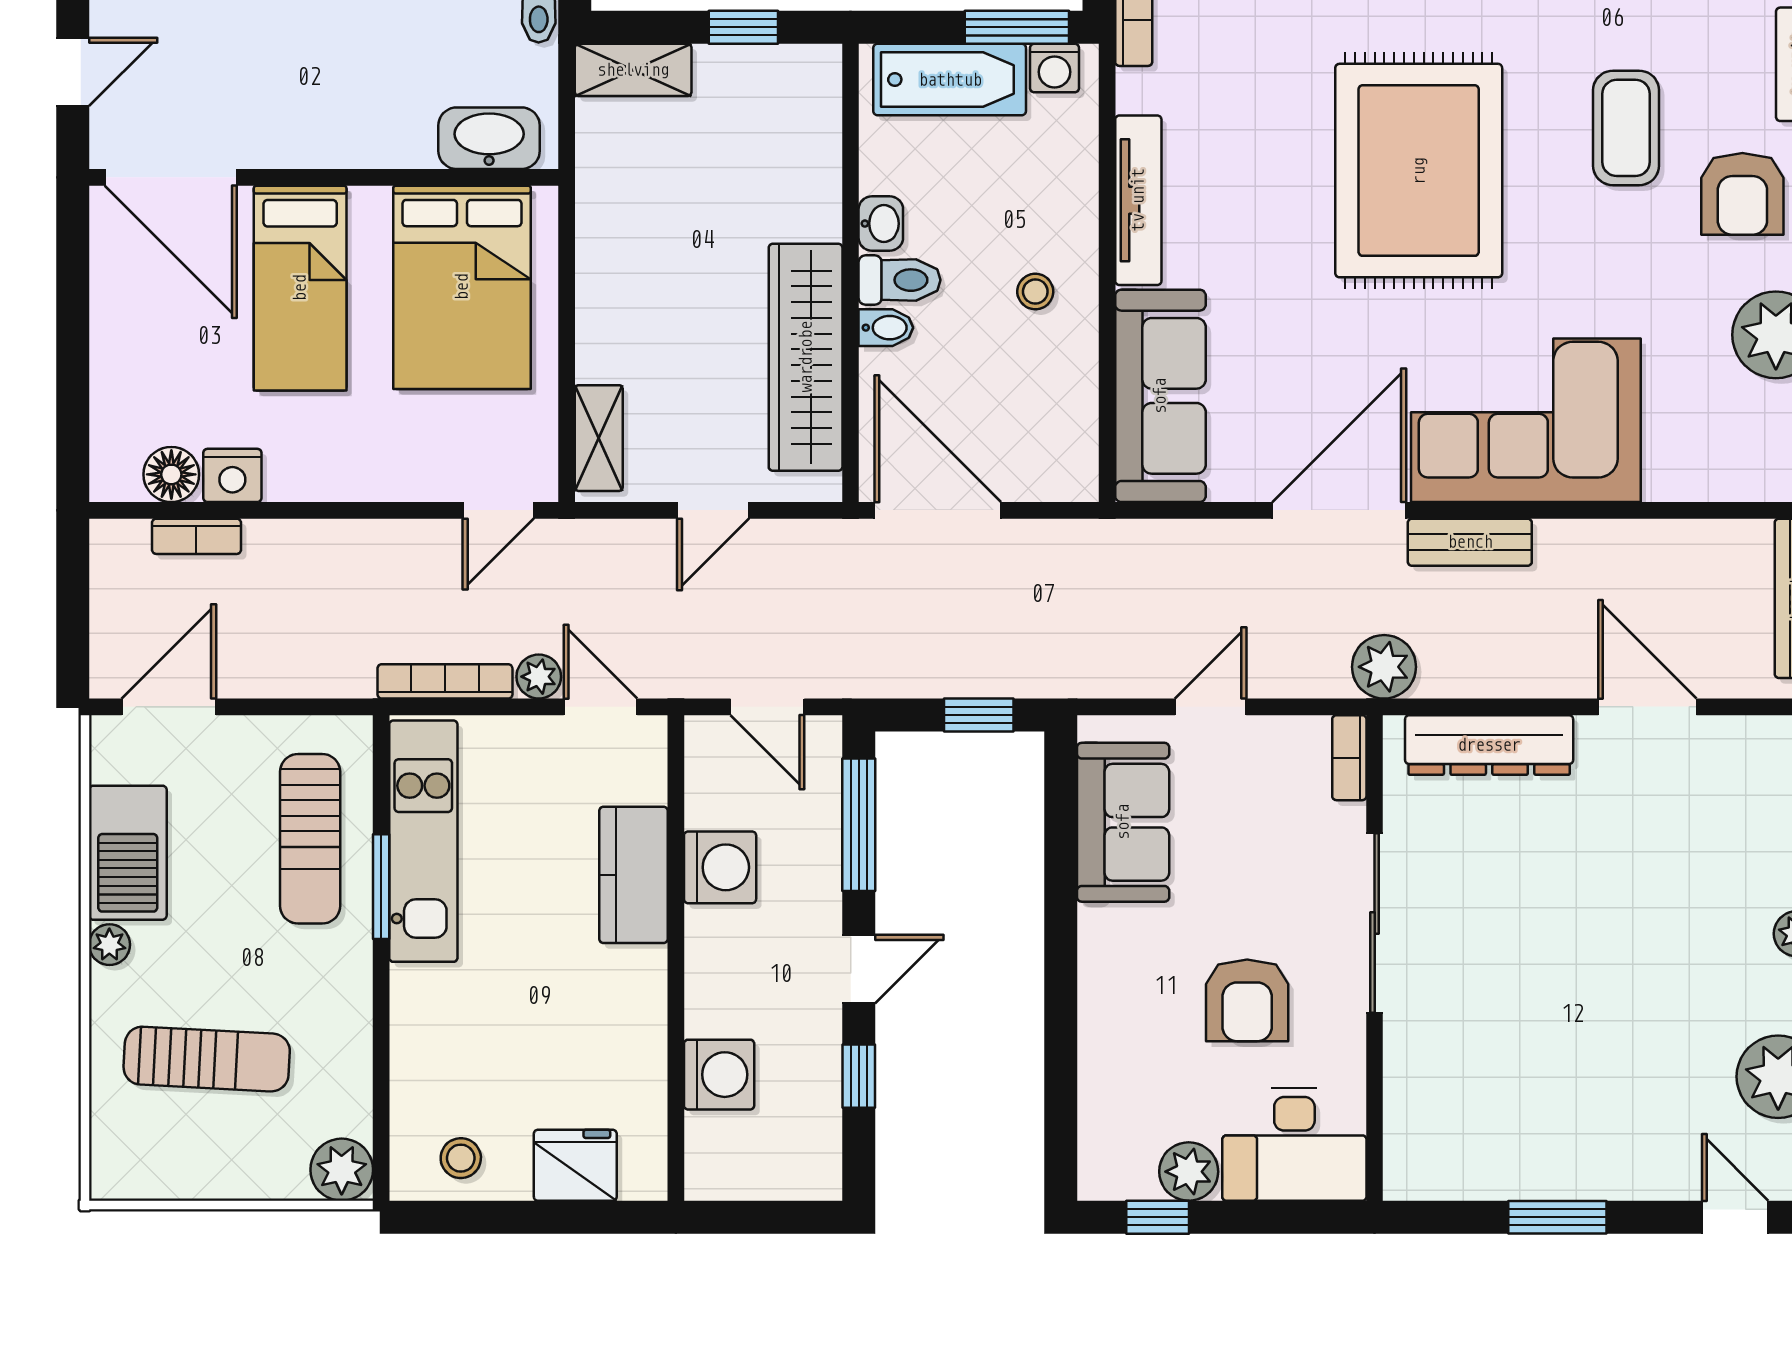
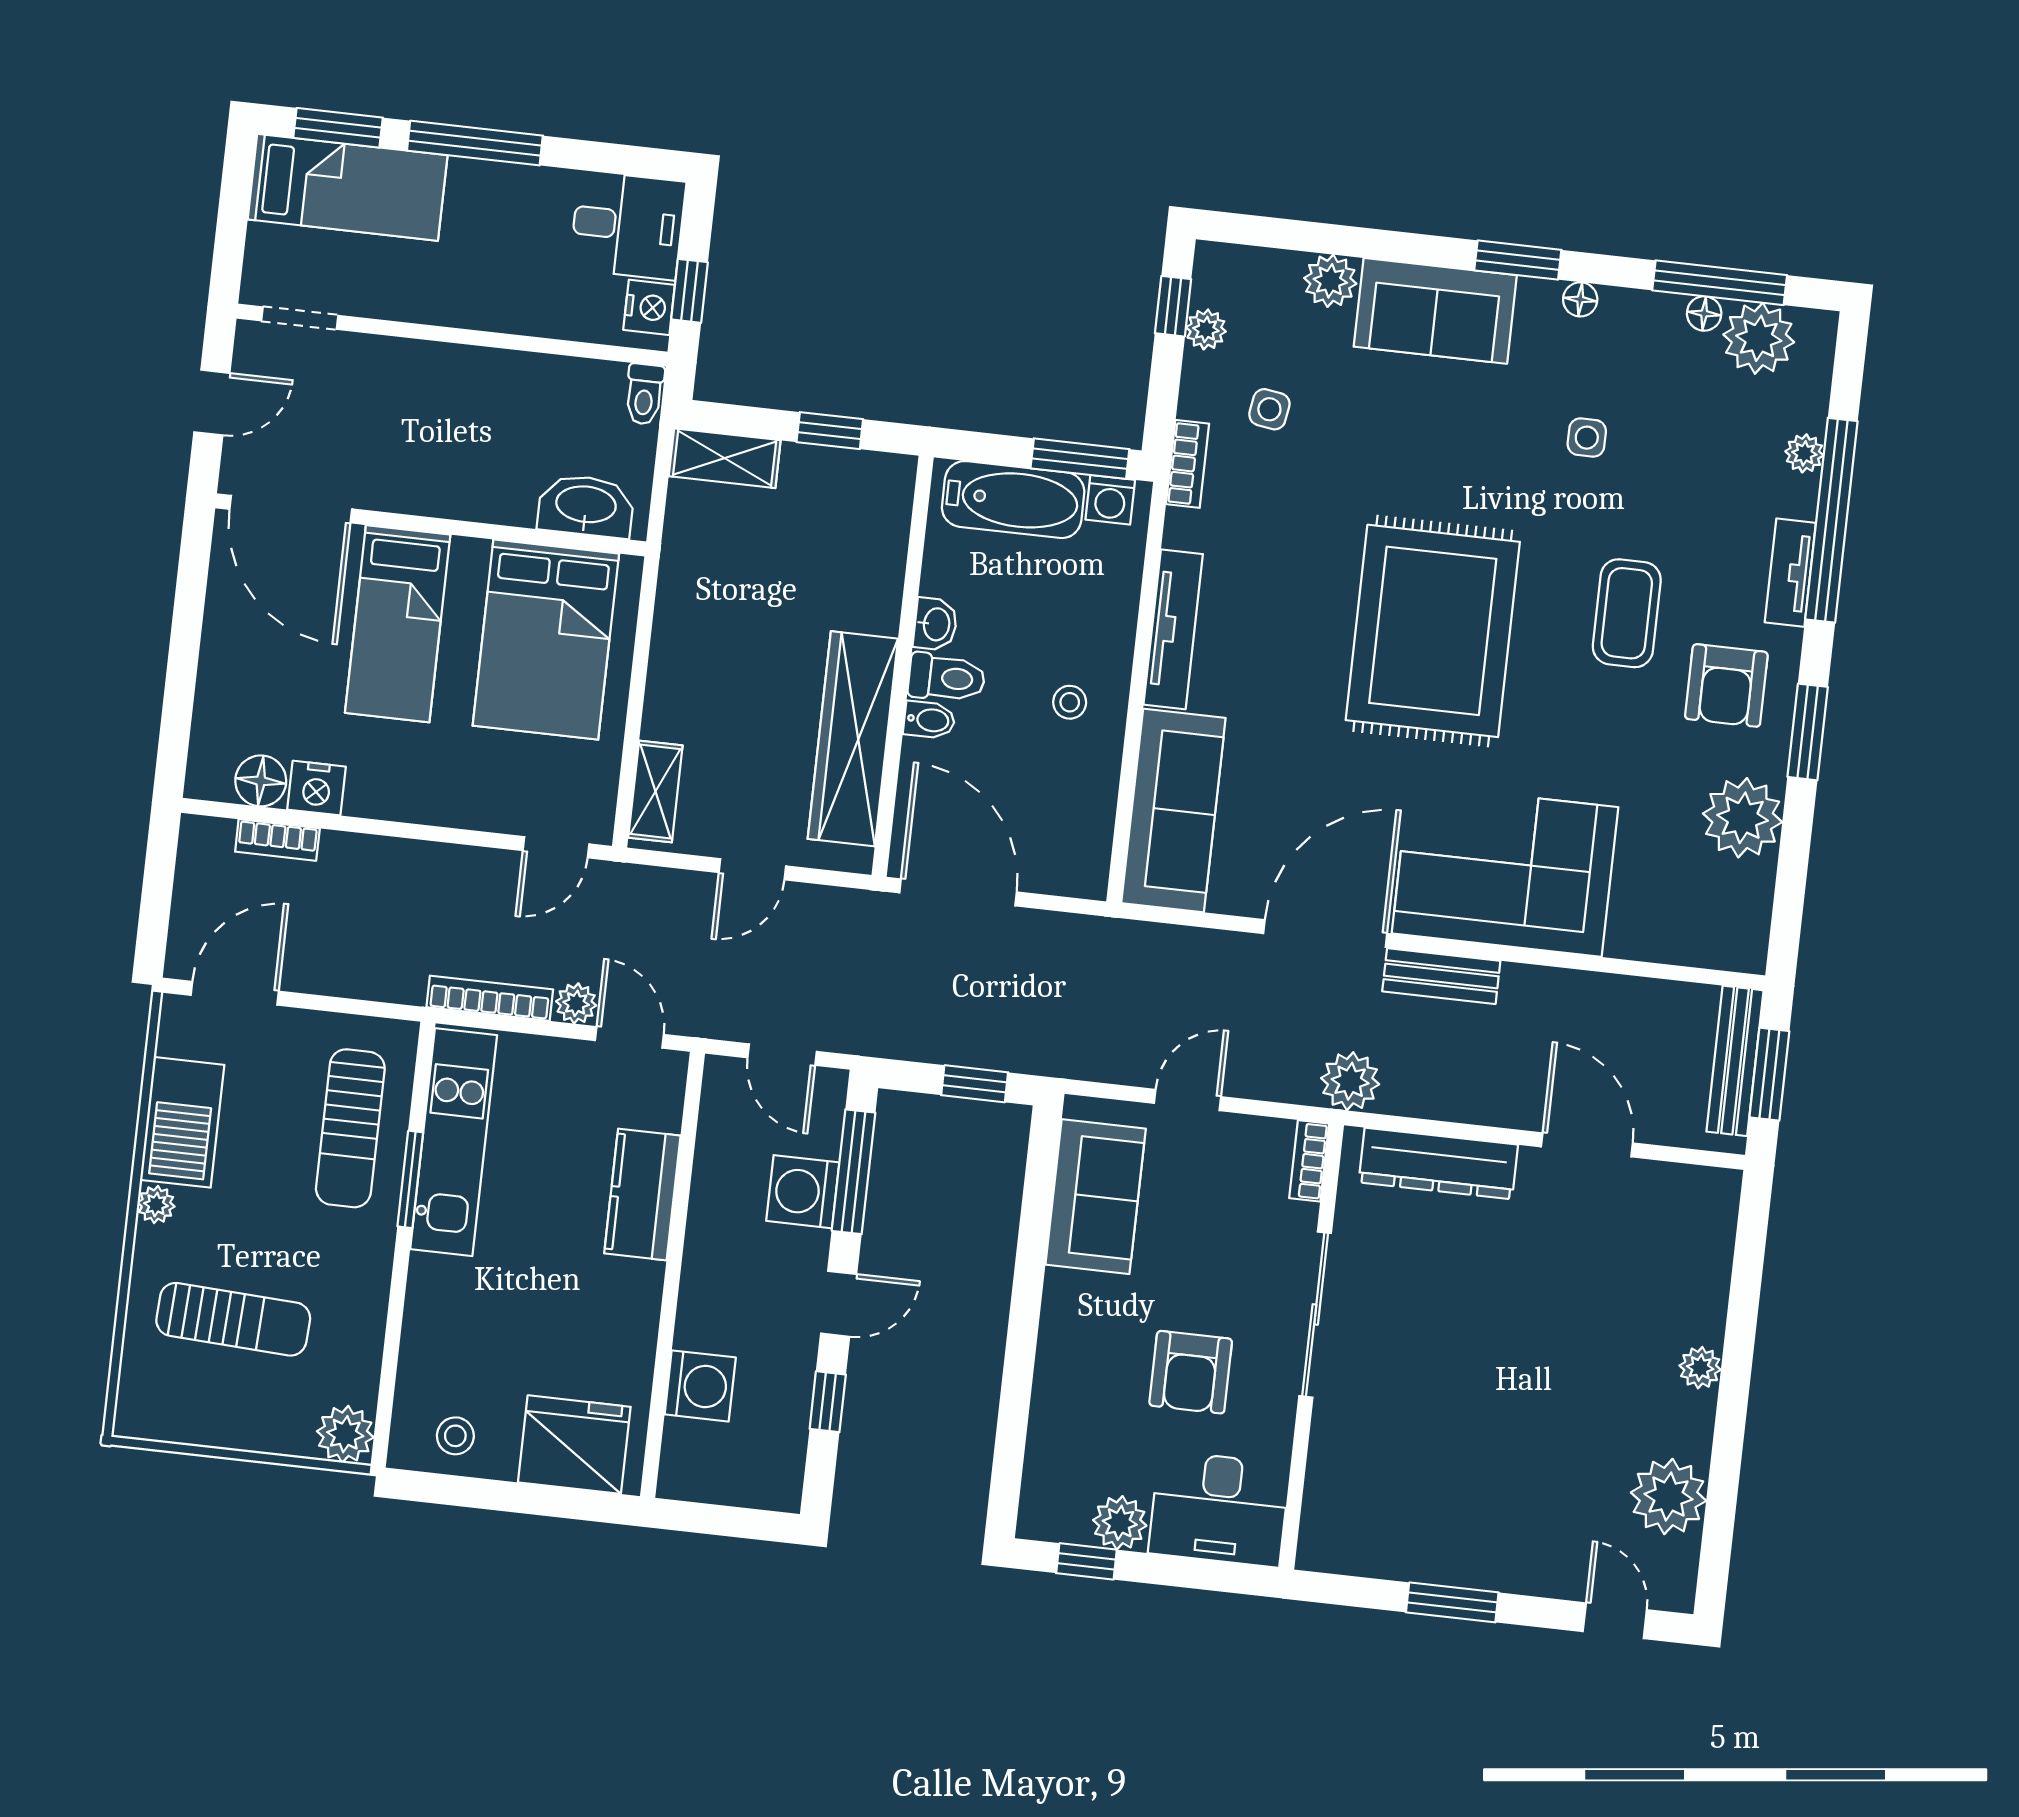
washing machine: (720, 867) -> (803, 1192), moved, turned 180
fridge: (575, 1165) -> (574, 1445), width x1.36, depth x1.34

